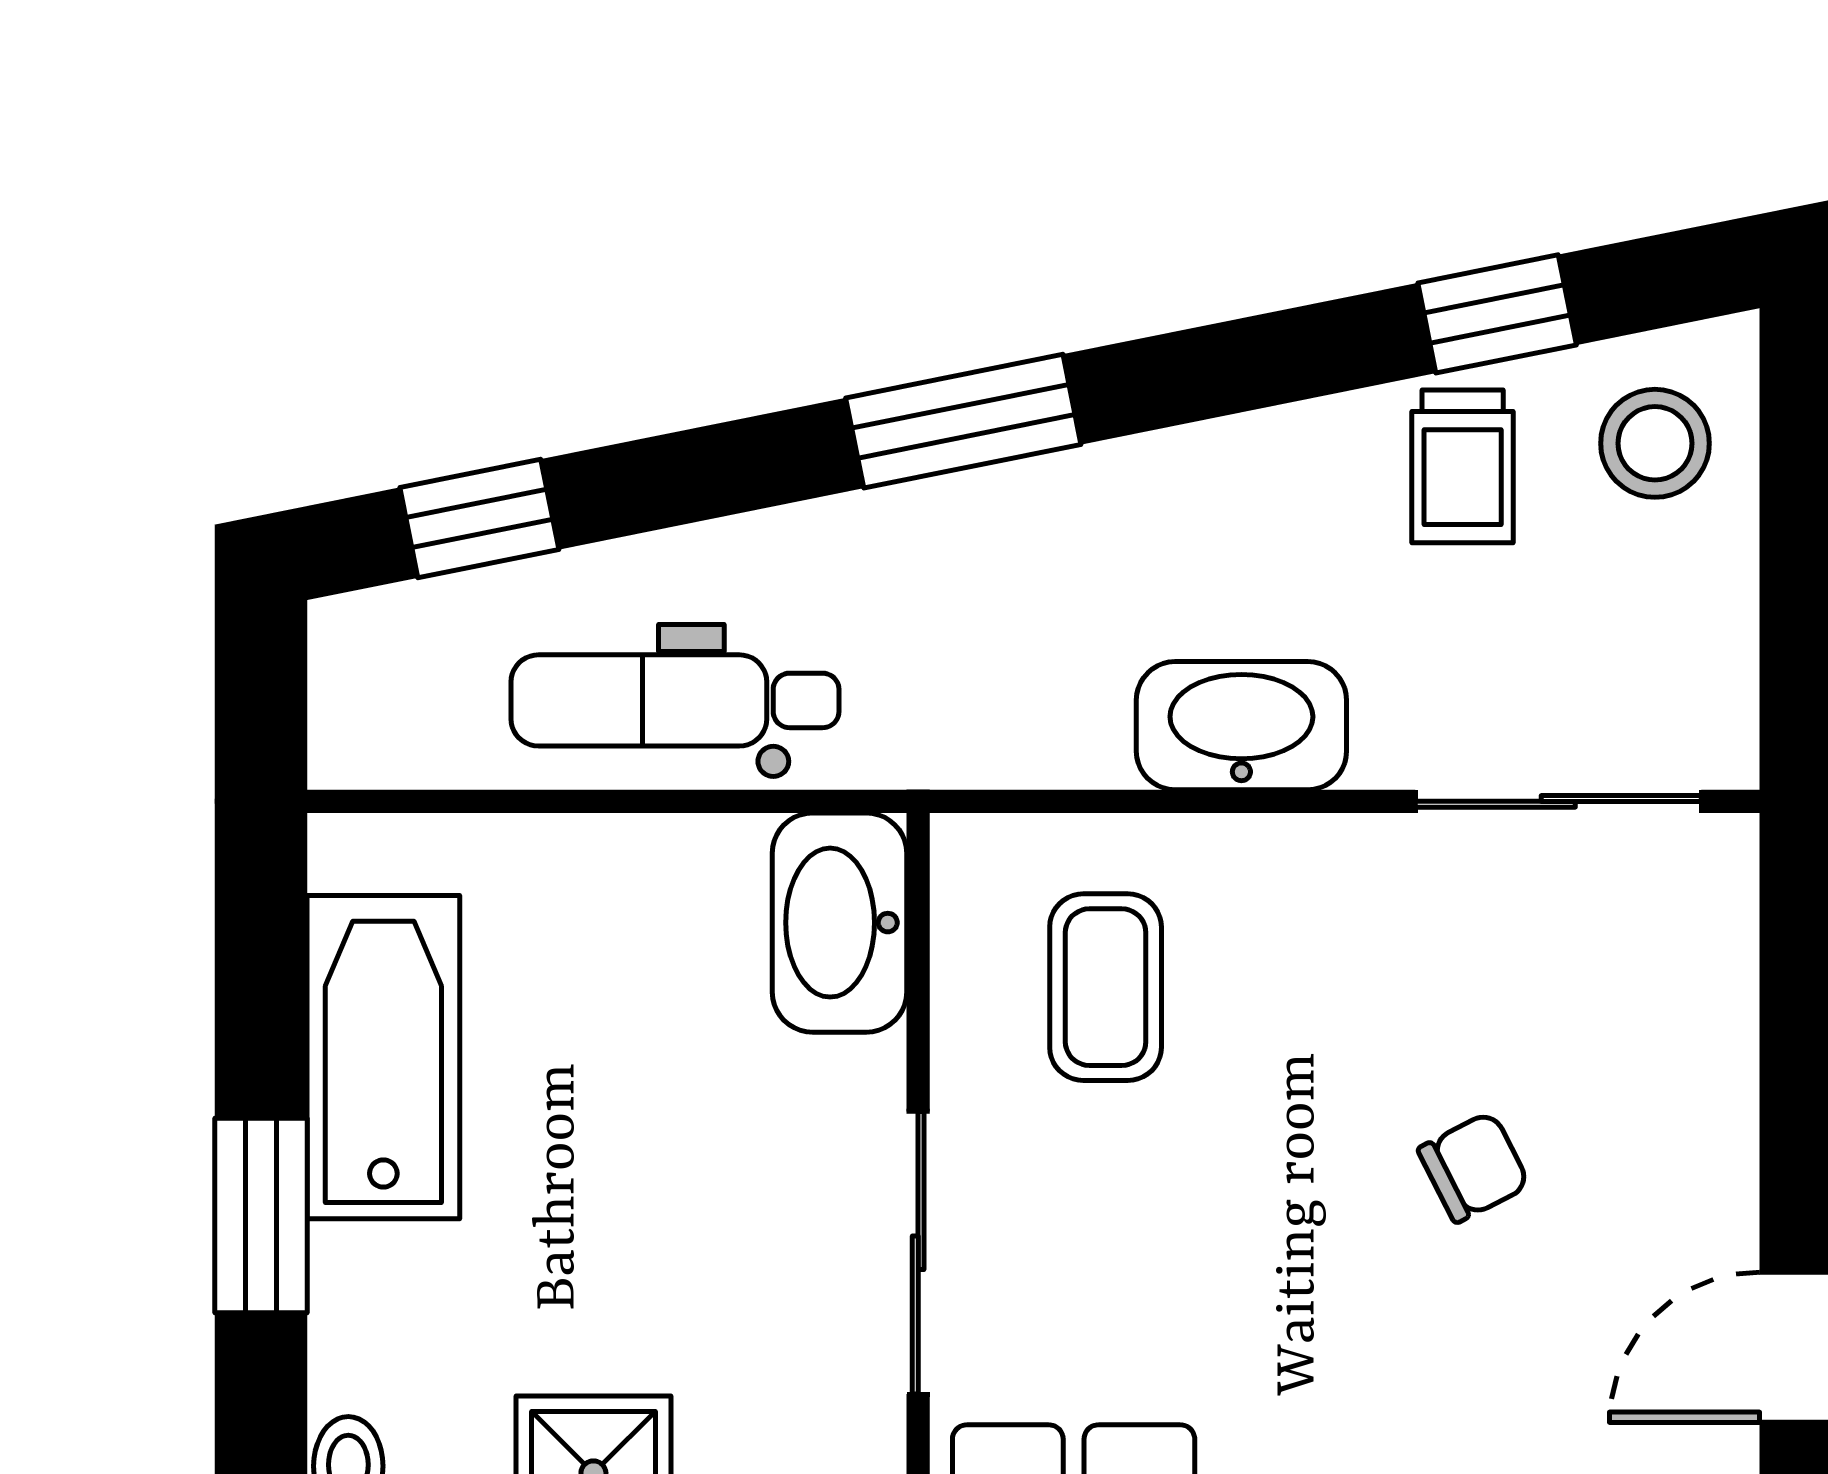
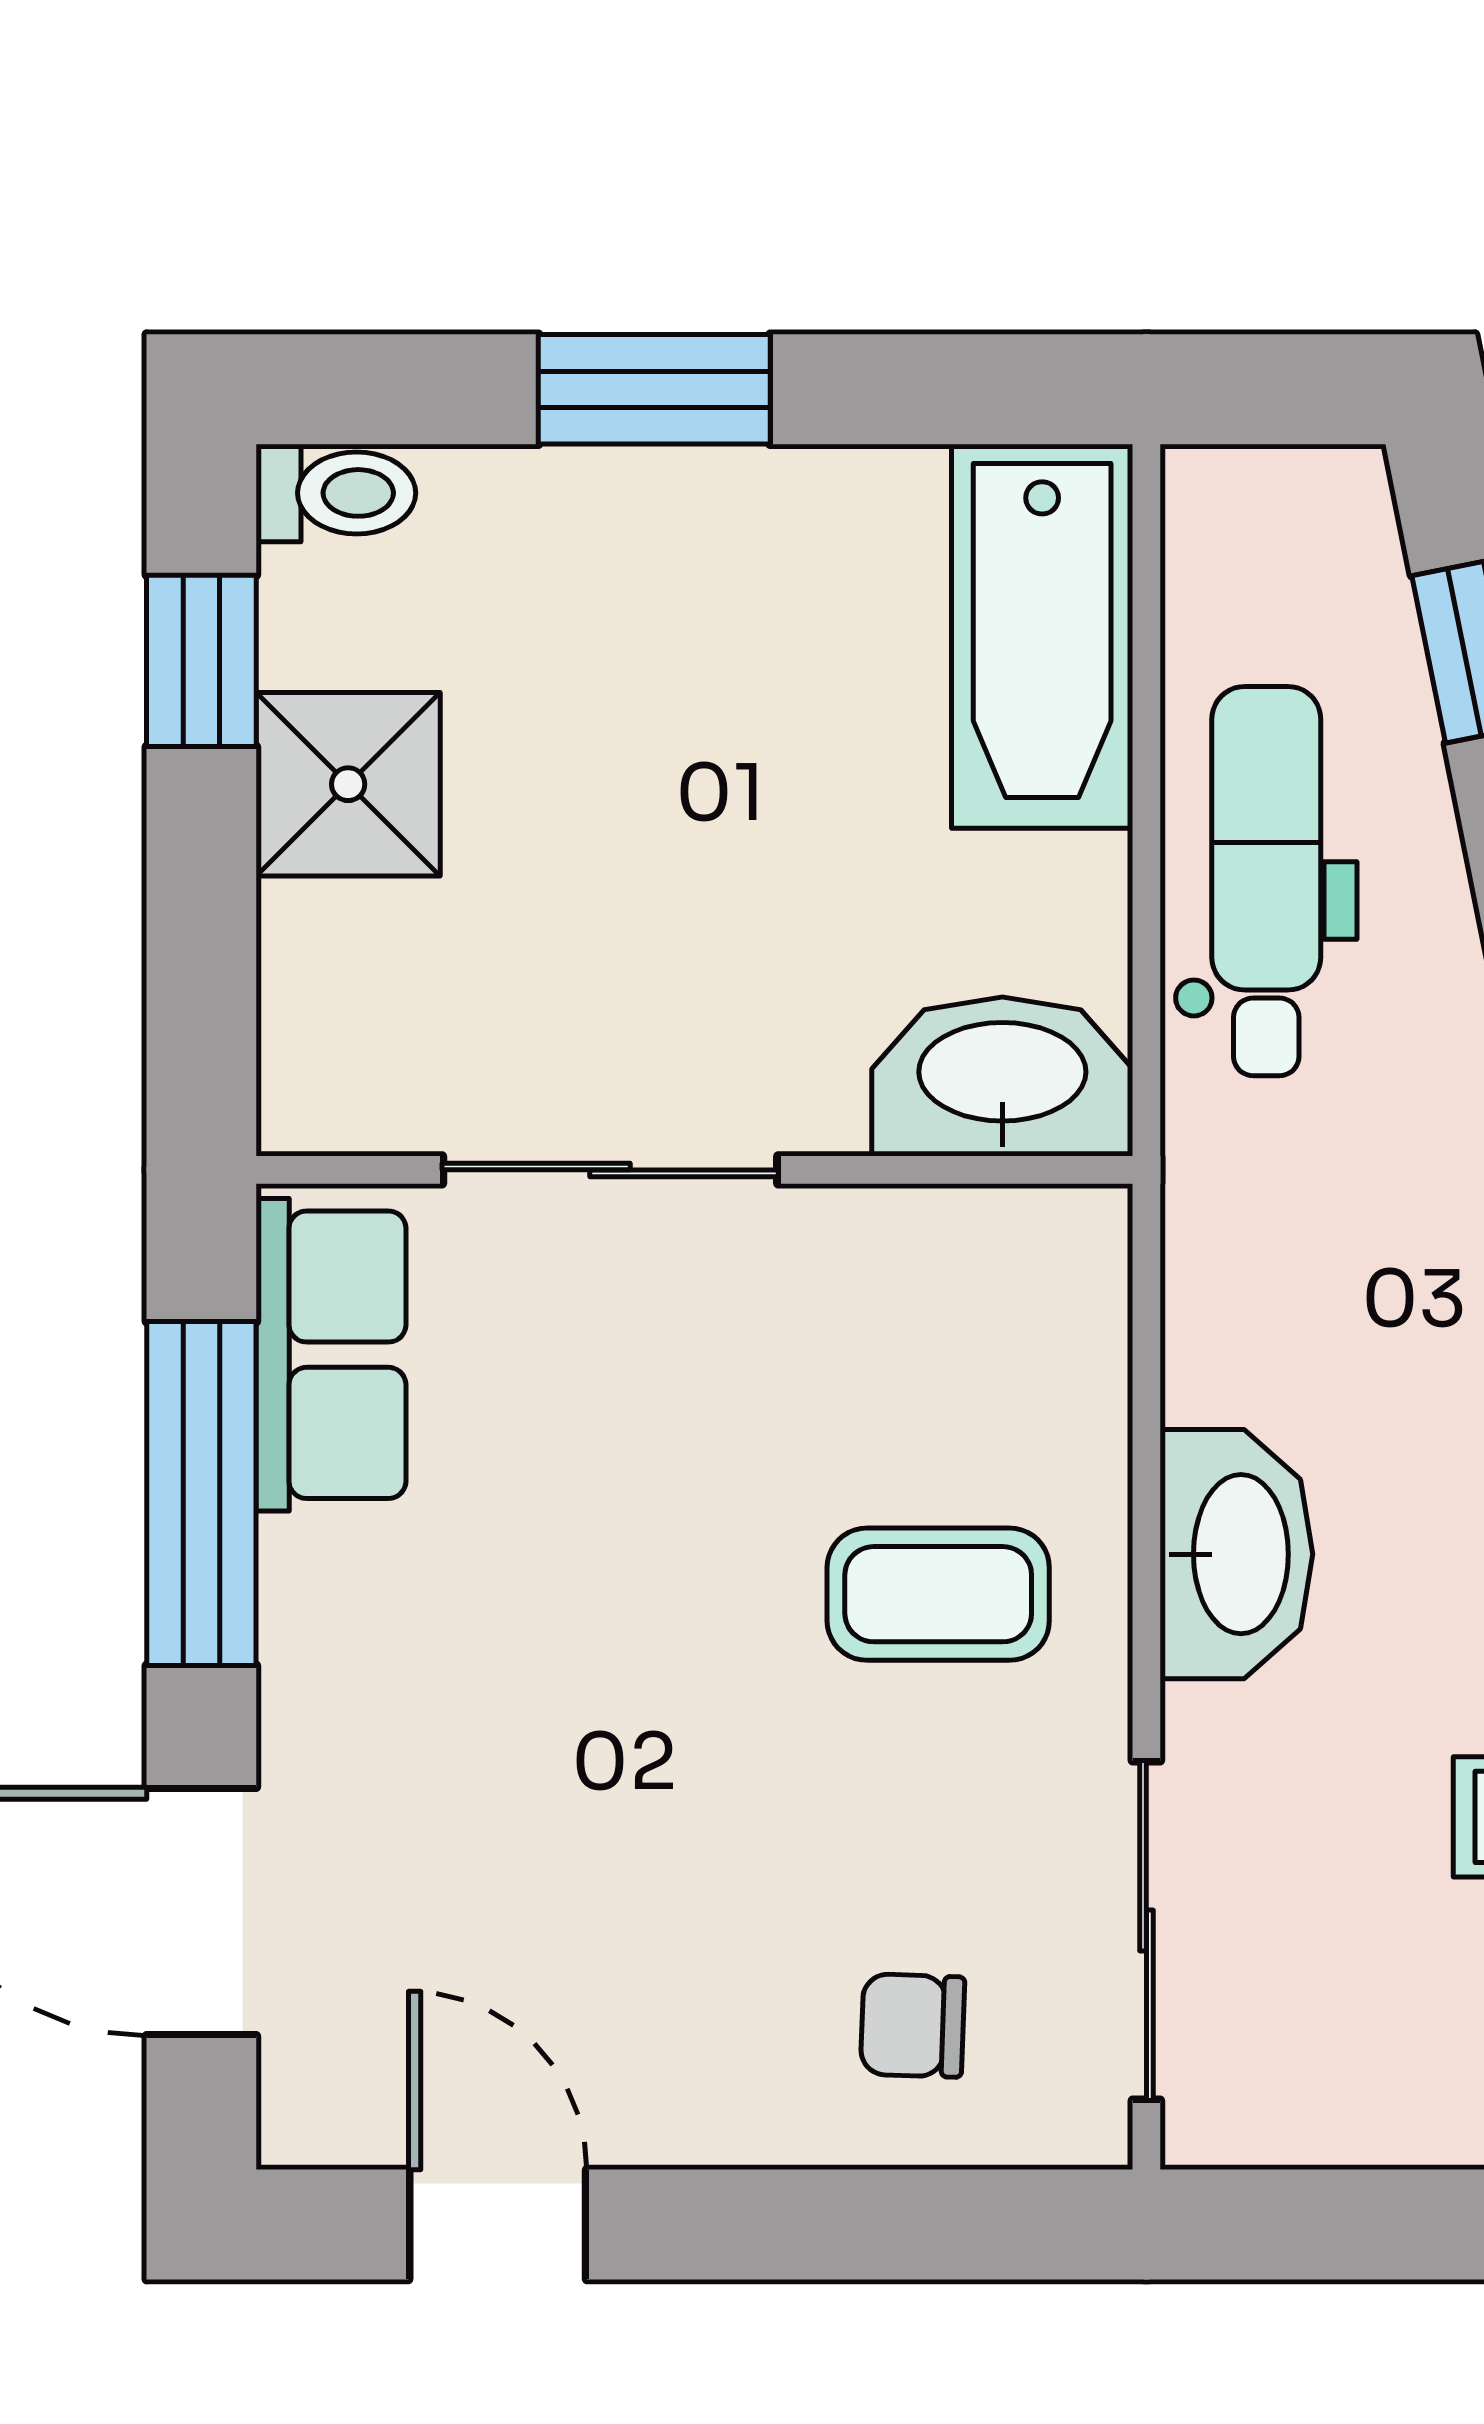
coffee table: (1106, 987) -> (938, 1594), moved
bathtub: (383, 1057) -> (1042, 636), moved, turned 90
chair: (1474, 1167) -> (913, 2025), moved, turned 119

